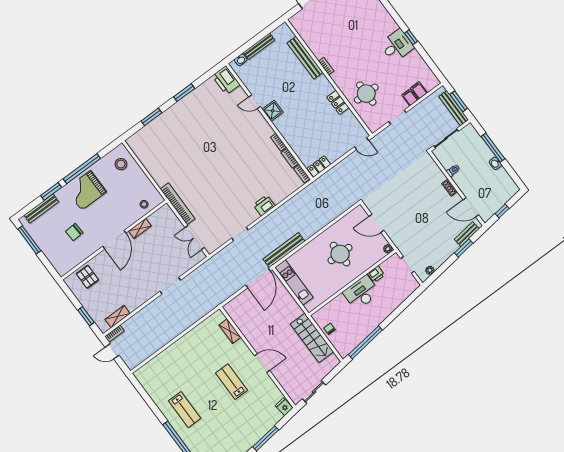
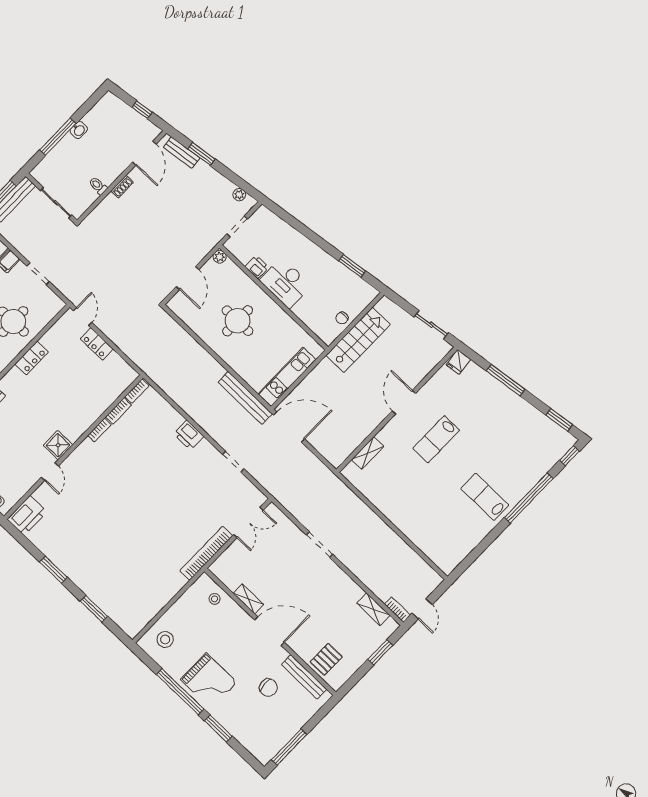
locker: (319, 166) -> (97, 344), moved
bench: (41, 209) -> (304, 677), moved
window: (365, 342) -> (352, 266), width x0.47
lab bench: (185, 410) -> (485, 497), turned -90

